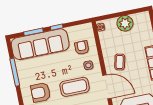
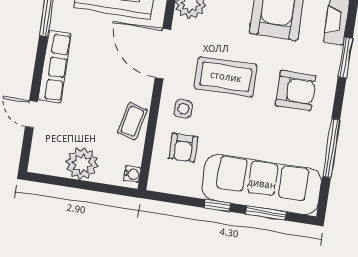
coffee table: (120, 62) -> (132, 121), moved

